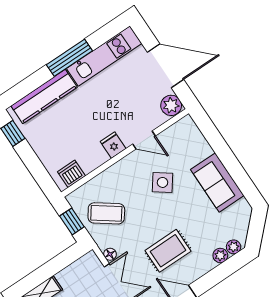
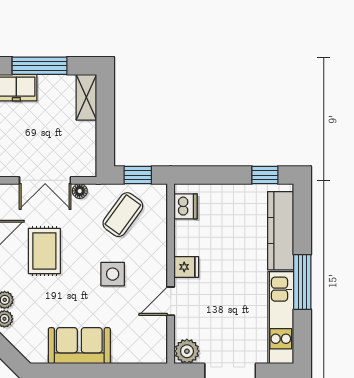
side table: (163, 182) -> (113, 274), moved, turned -36

